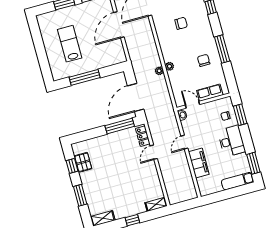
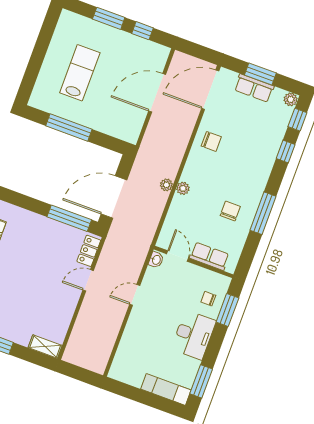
chair: (181, 23) -> (211, 141), moved
filing cabinet: (199, 163) -> (134, 333), removed

